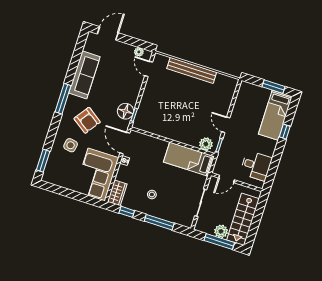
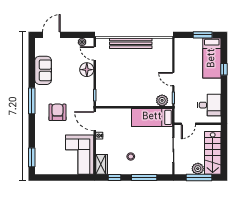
sofa: (84, 75) -> (43, 70), width x0.73
floor lamp: (126, 111) -> (87, 70), moved
armchair: (87, 120) -> (57, 112), turned -125
side table: (71, 145) -> (50, 137), removed

